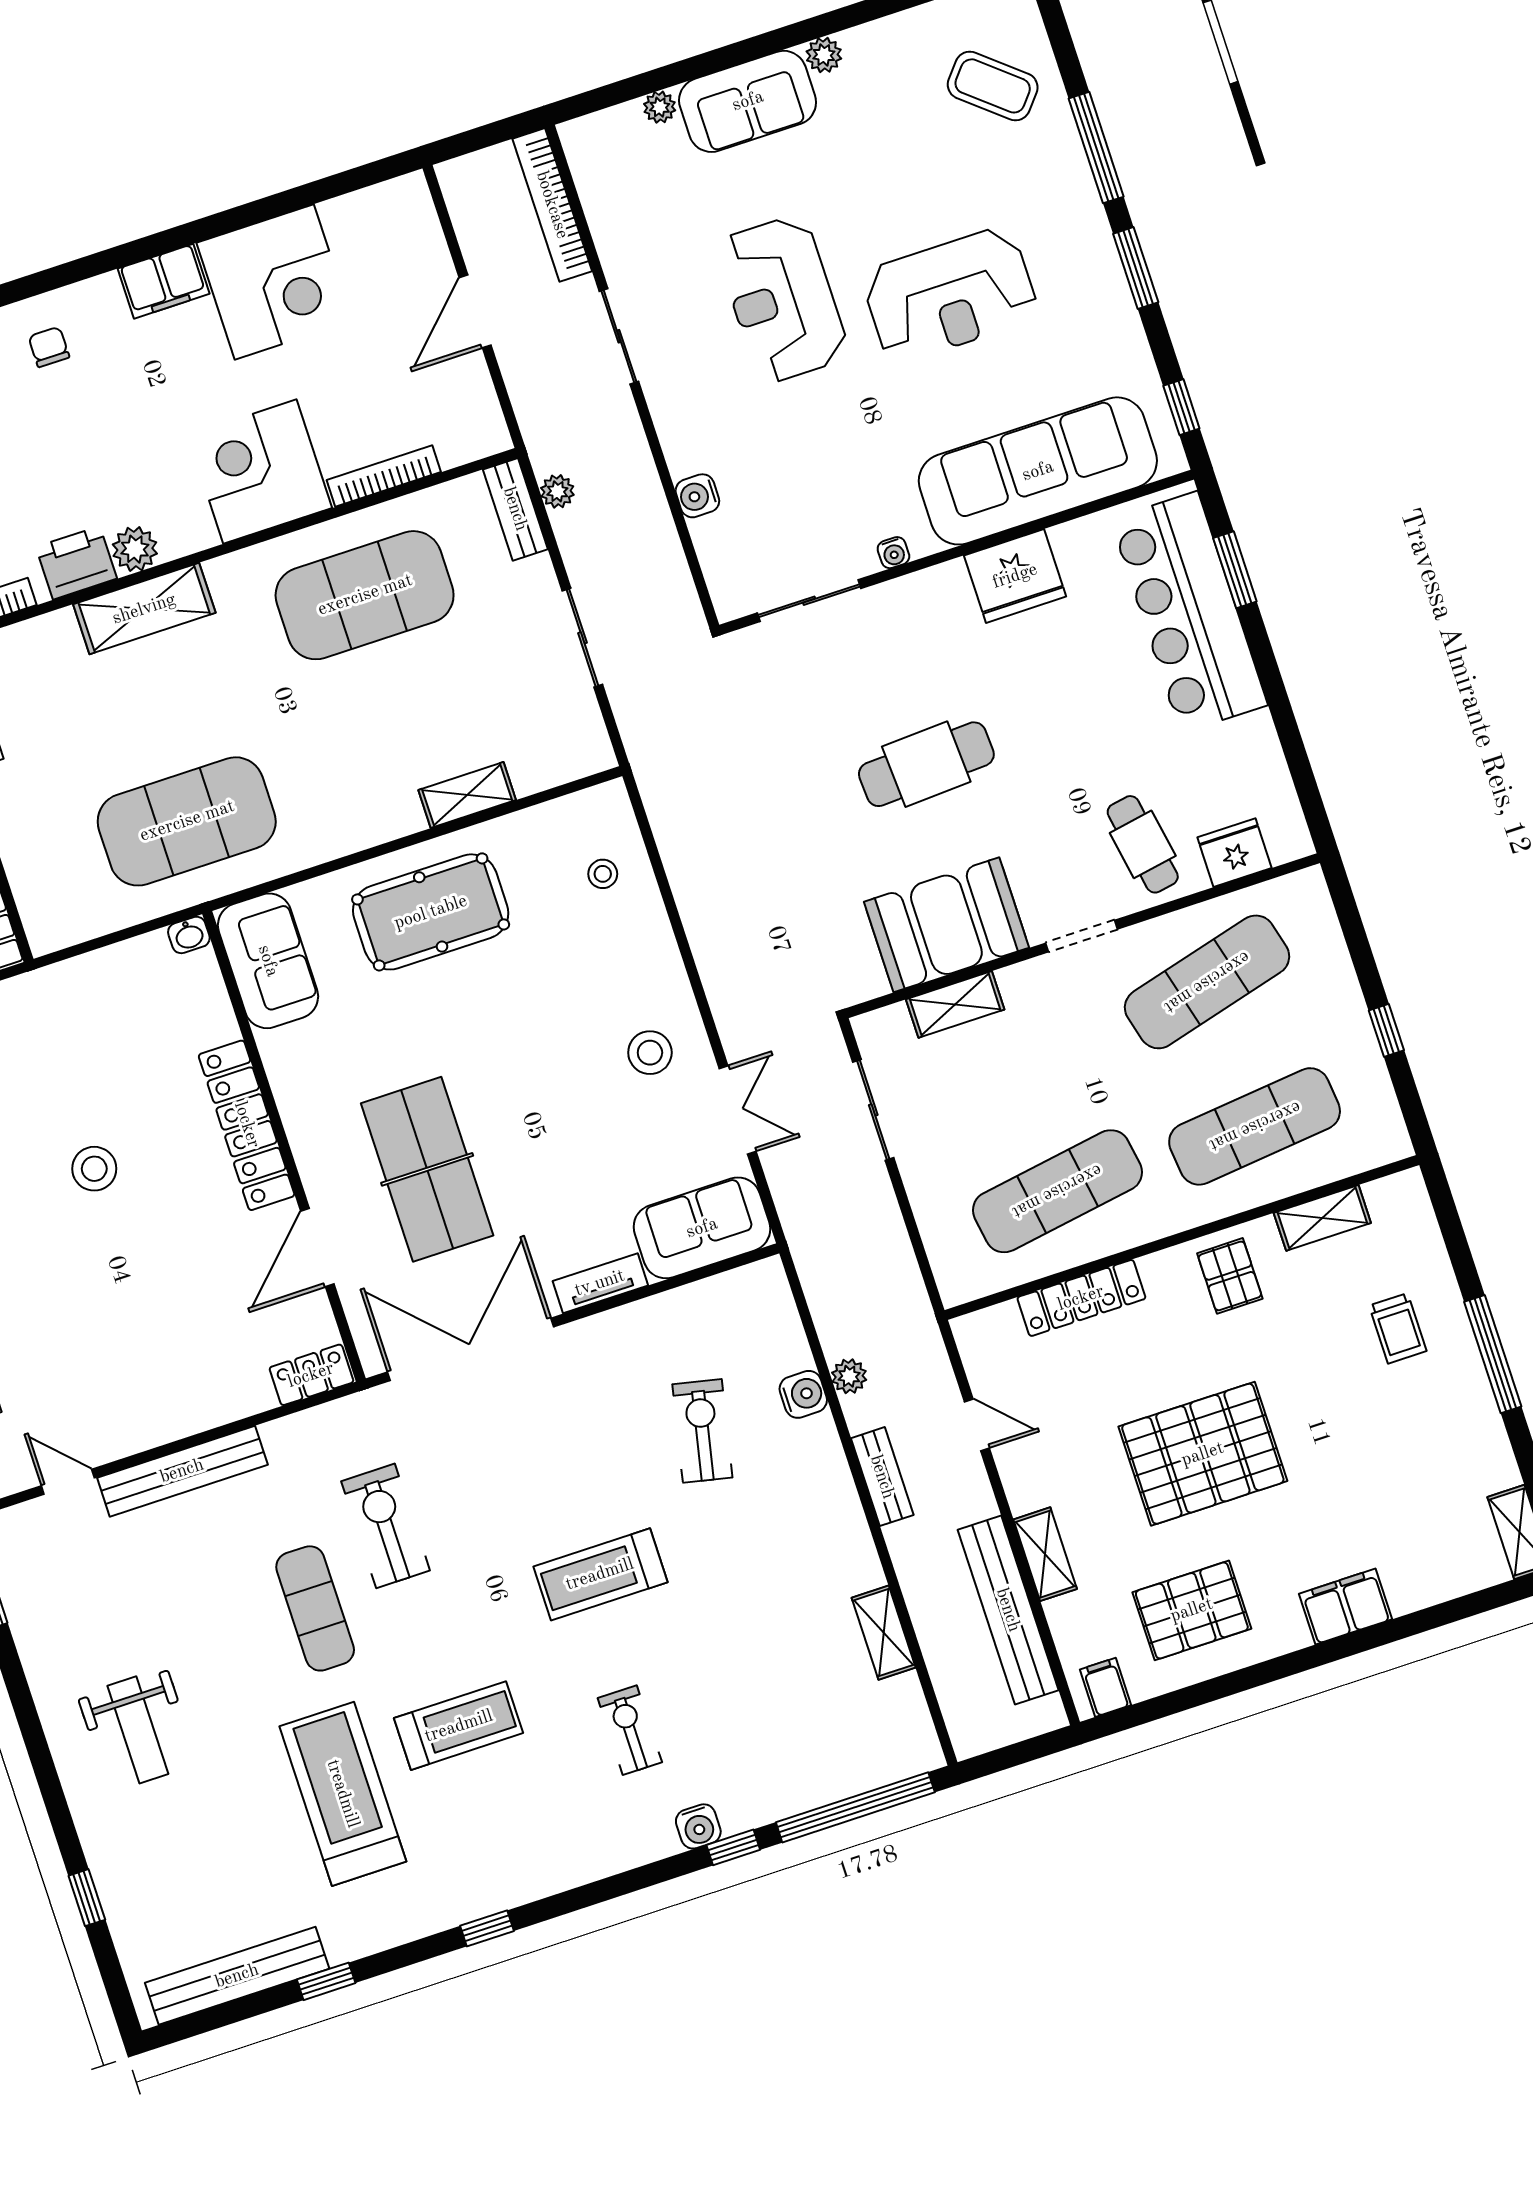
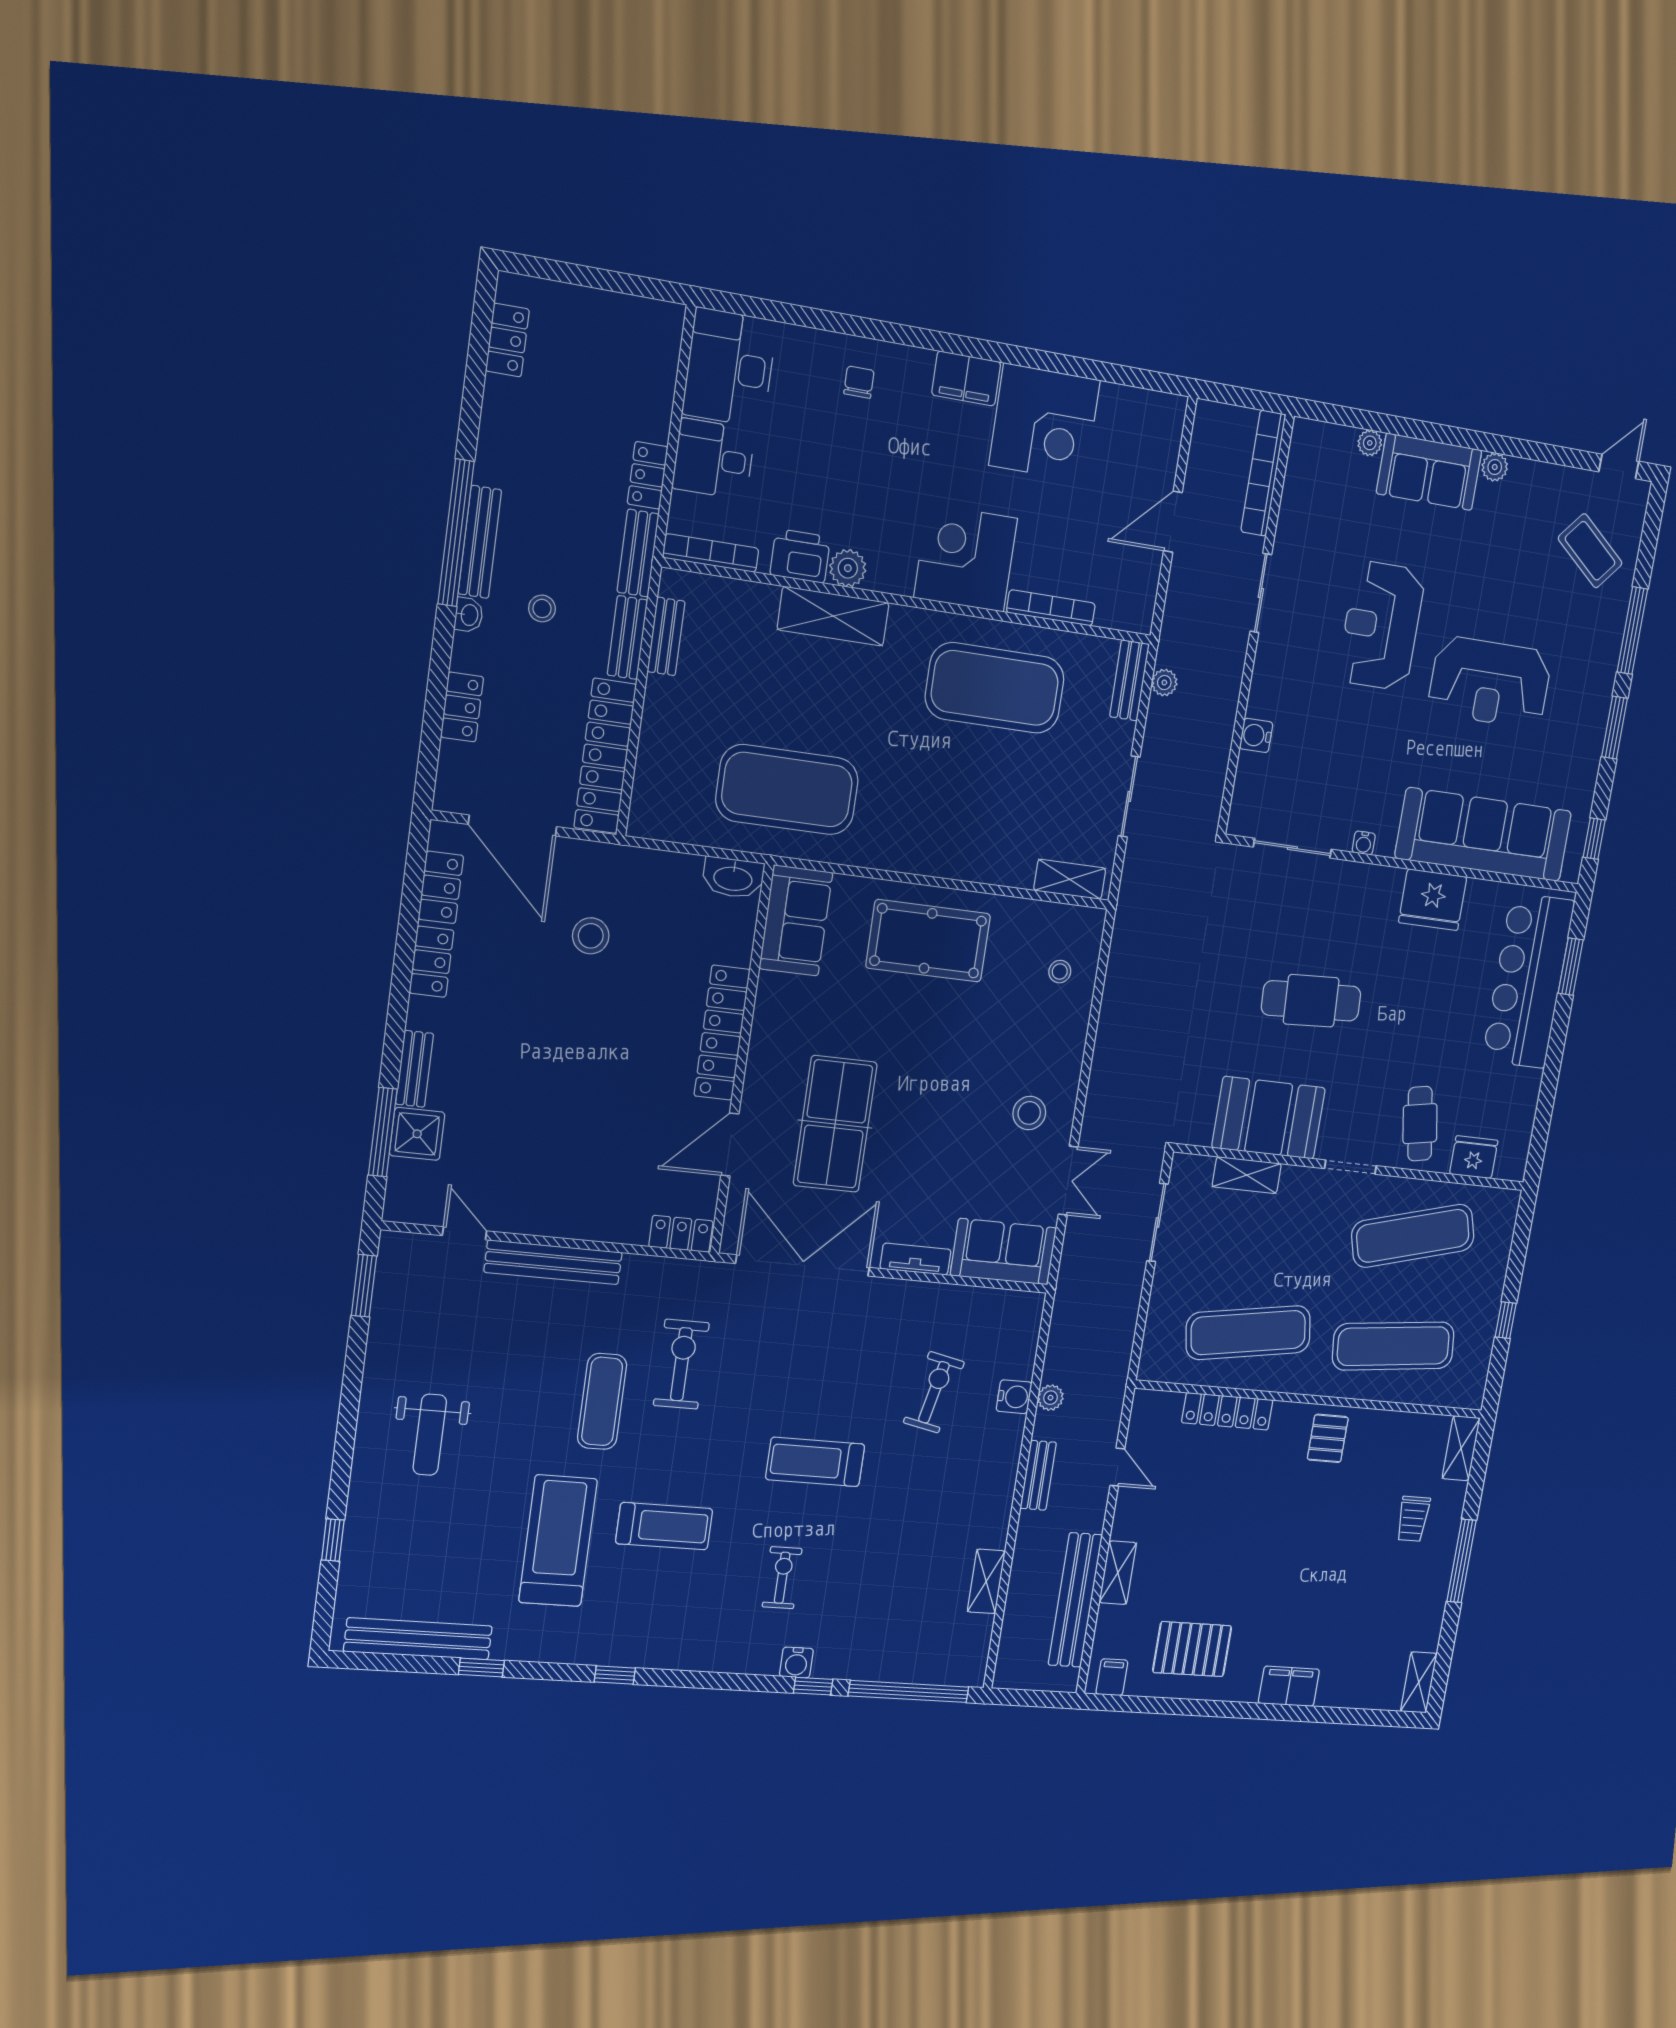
shelving: (467, 795) -> (1070, 879), moved
washbasin: (189, 935) -> (733, 878), width x1.91, depth x1.45
stool: (94, 1169) -> (591, 936), moved
shelving: (1322, 1218) -> (1461, 1448), moved, turned 90
pallet: (1203, 1454) -> (1251, 1549), removed

